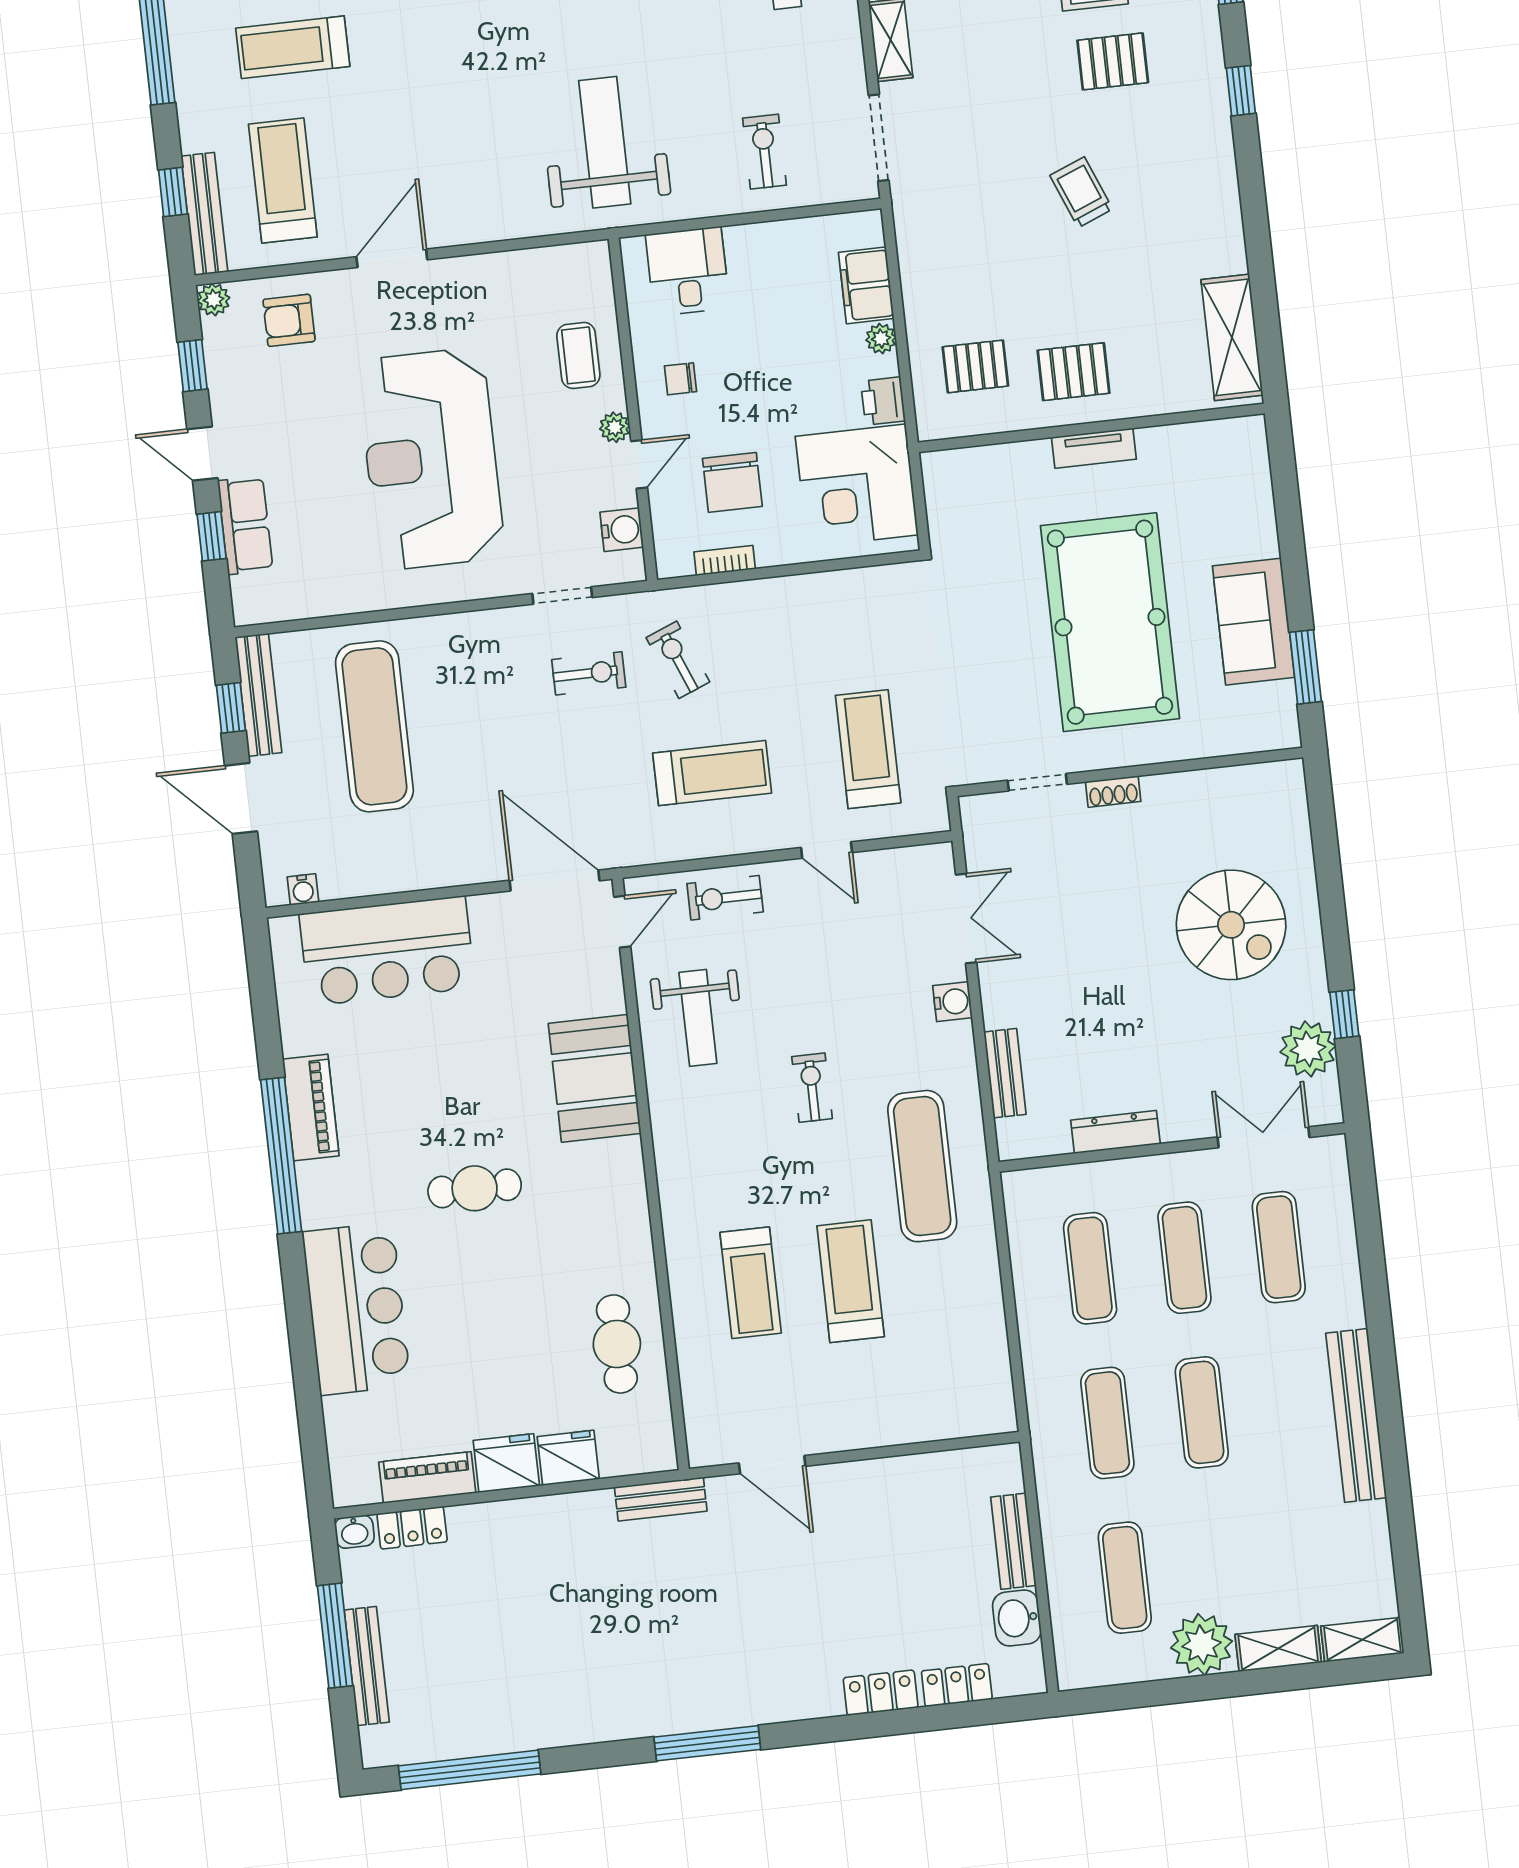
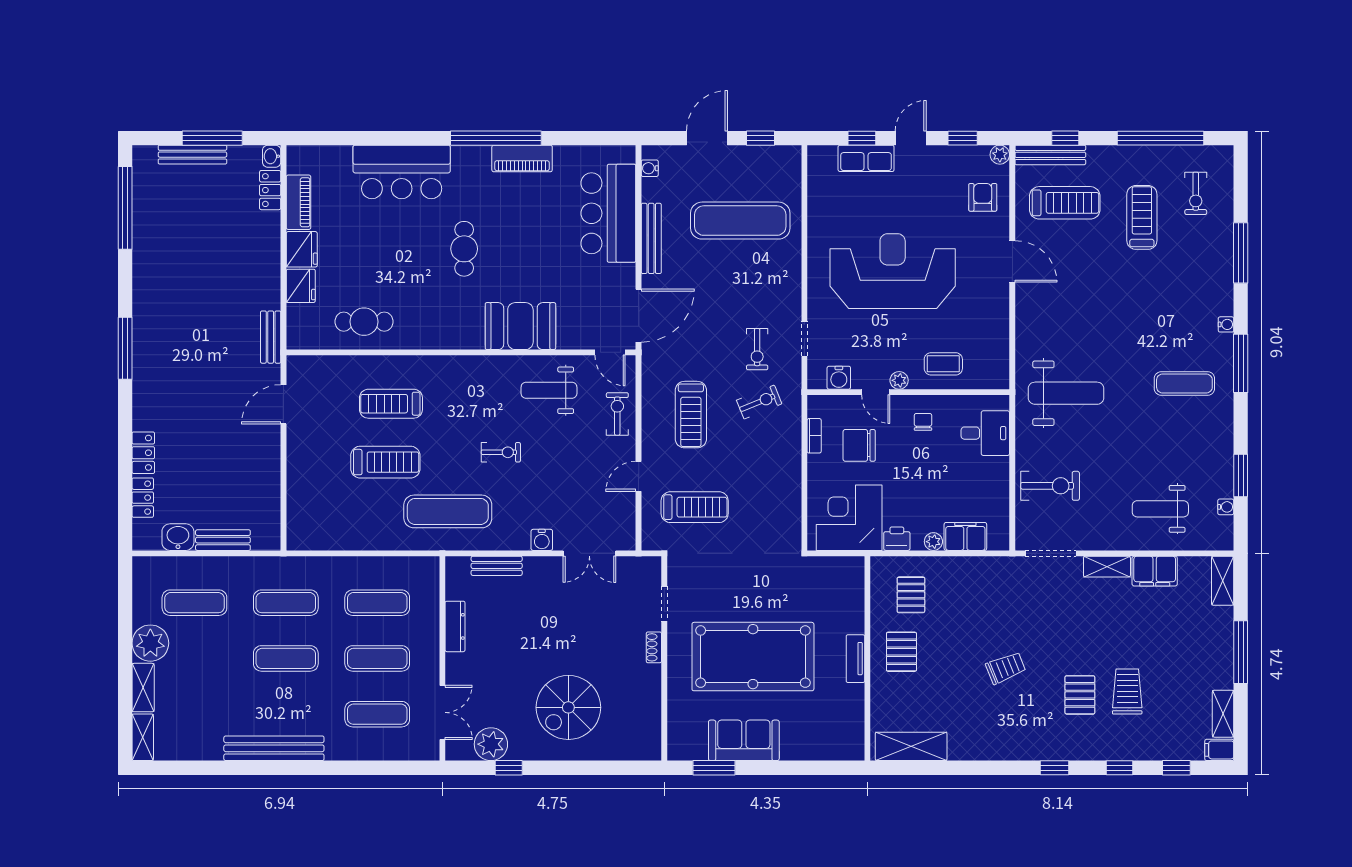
exercise bike: (764, 152) -> (1050, 486), width x1.38, depth x1.39
bench: (258, 695) -> (651, 238), moved, turned 90

